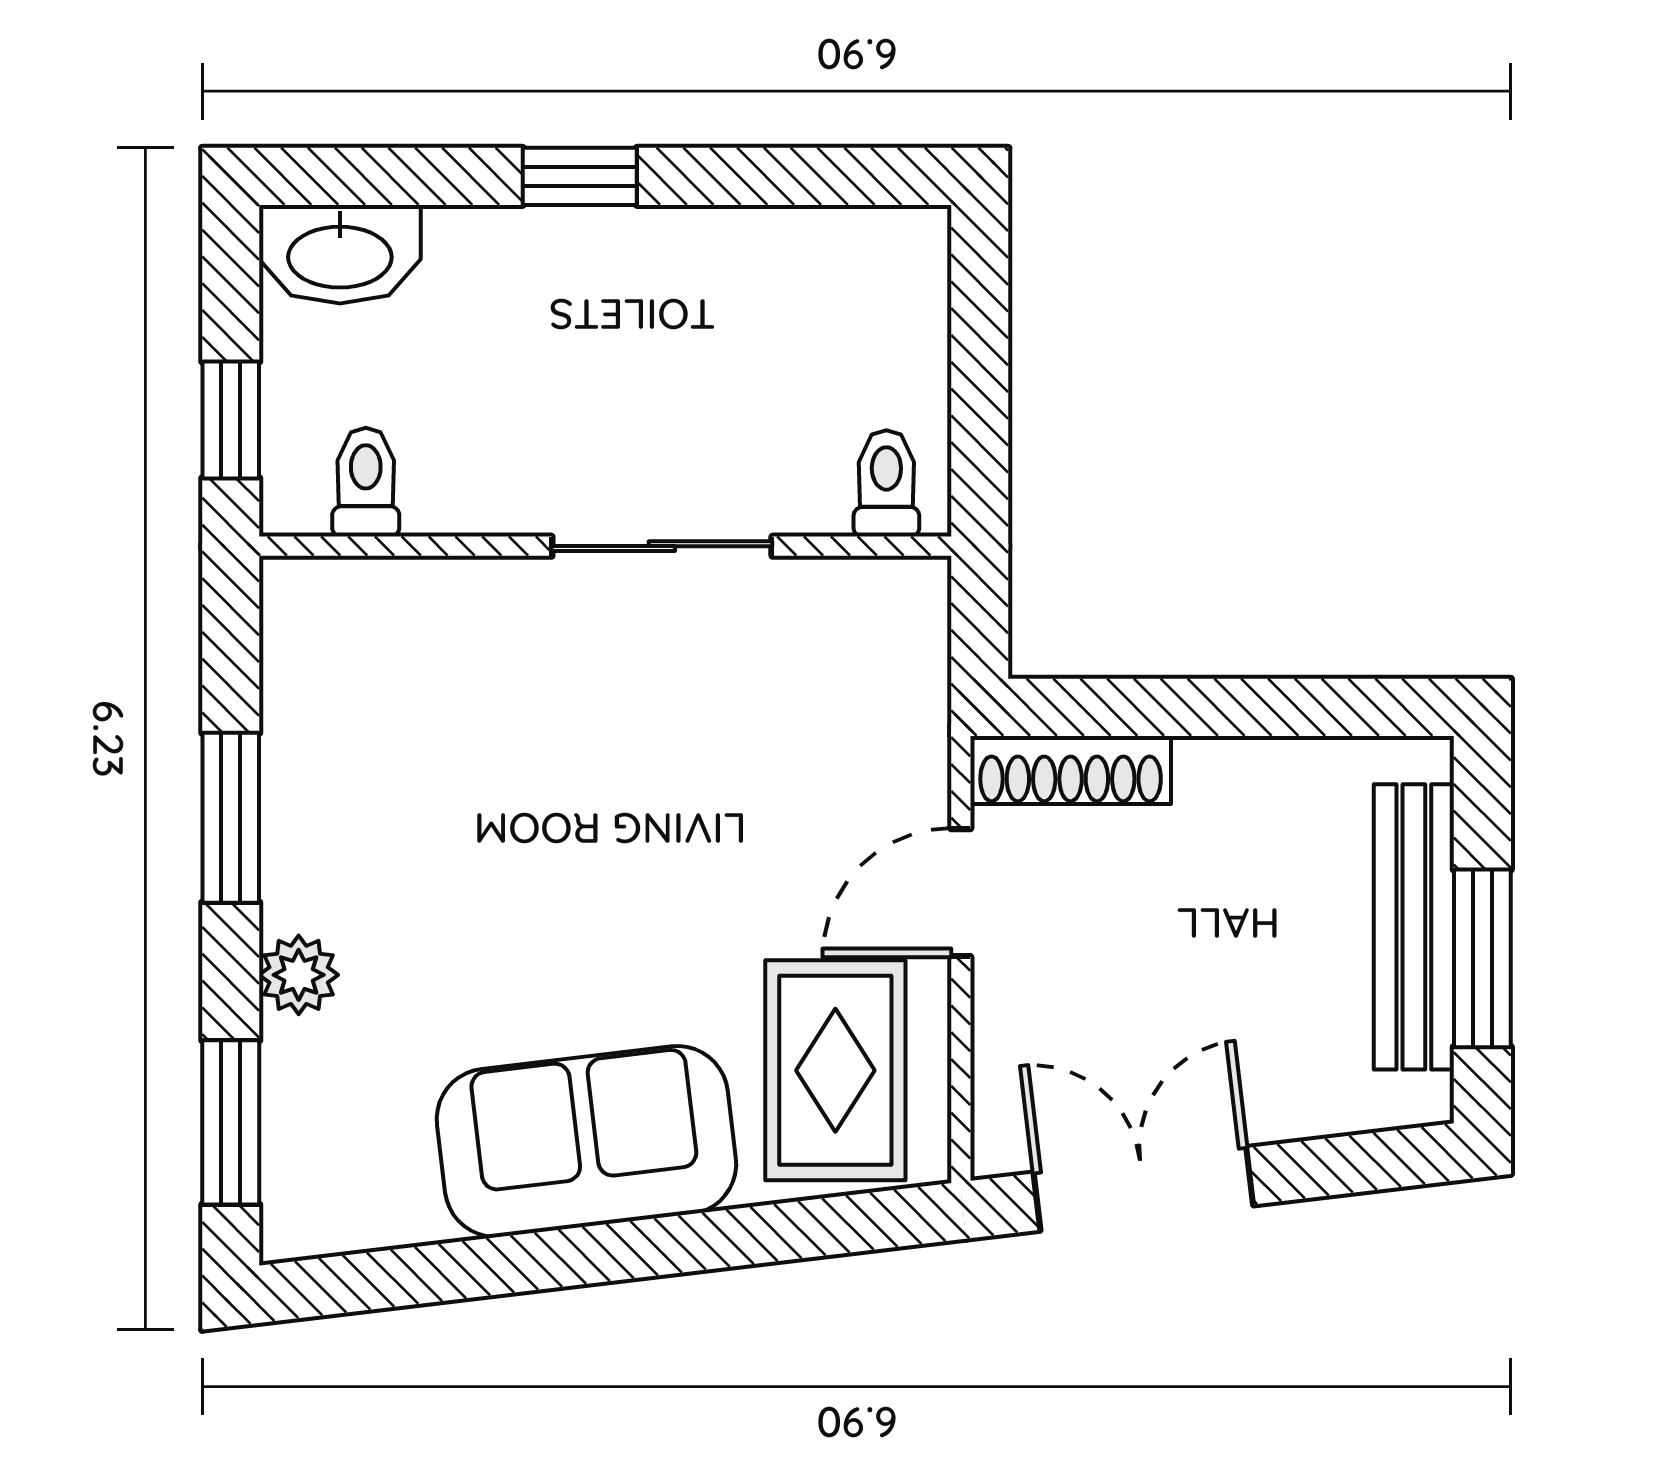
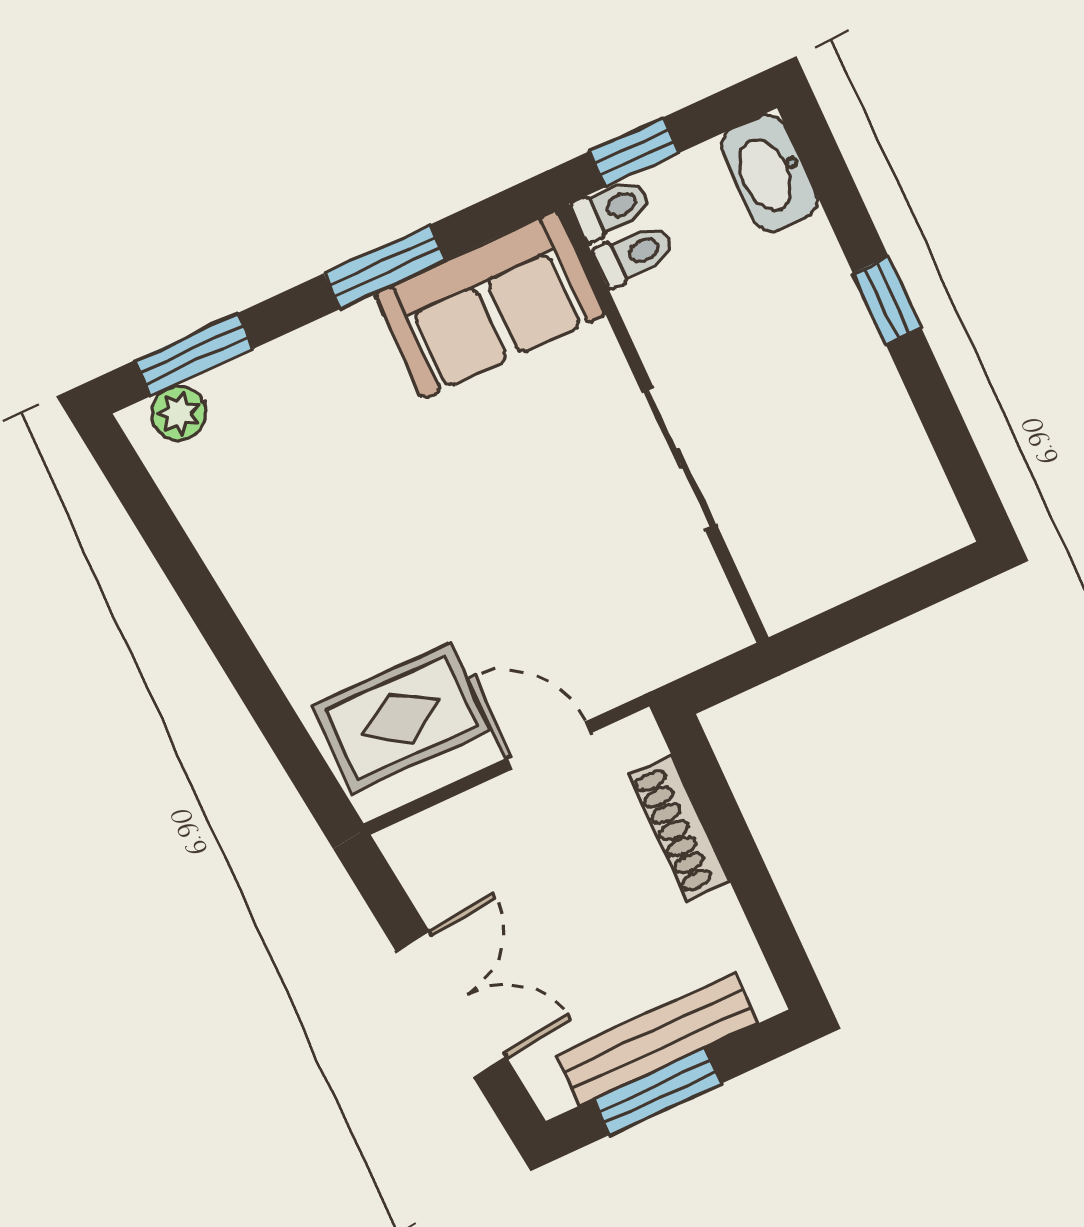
toilet: (886, 483) -> (612, 209), moved
shoe rack: (1071, 770) -> (679, 828), moved
plant: (299, 975) -> (179, 413), moved
sofa: (586, 1141) -> (490, 304), moved, turned 97
double door: (1143, 1189) -> (452, 1005), moved

